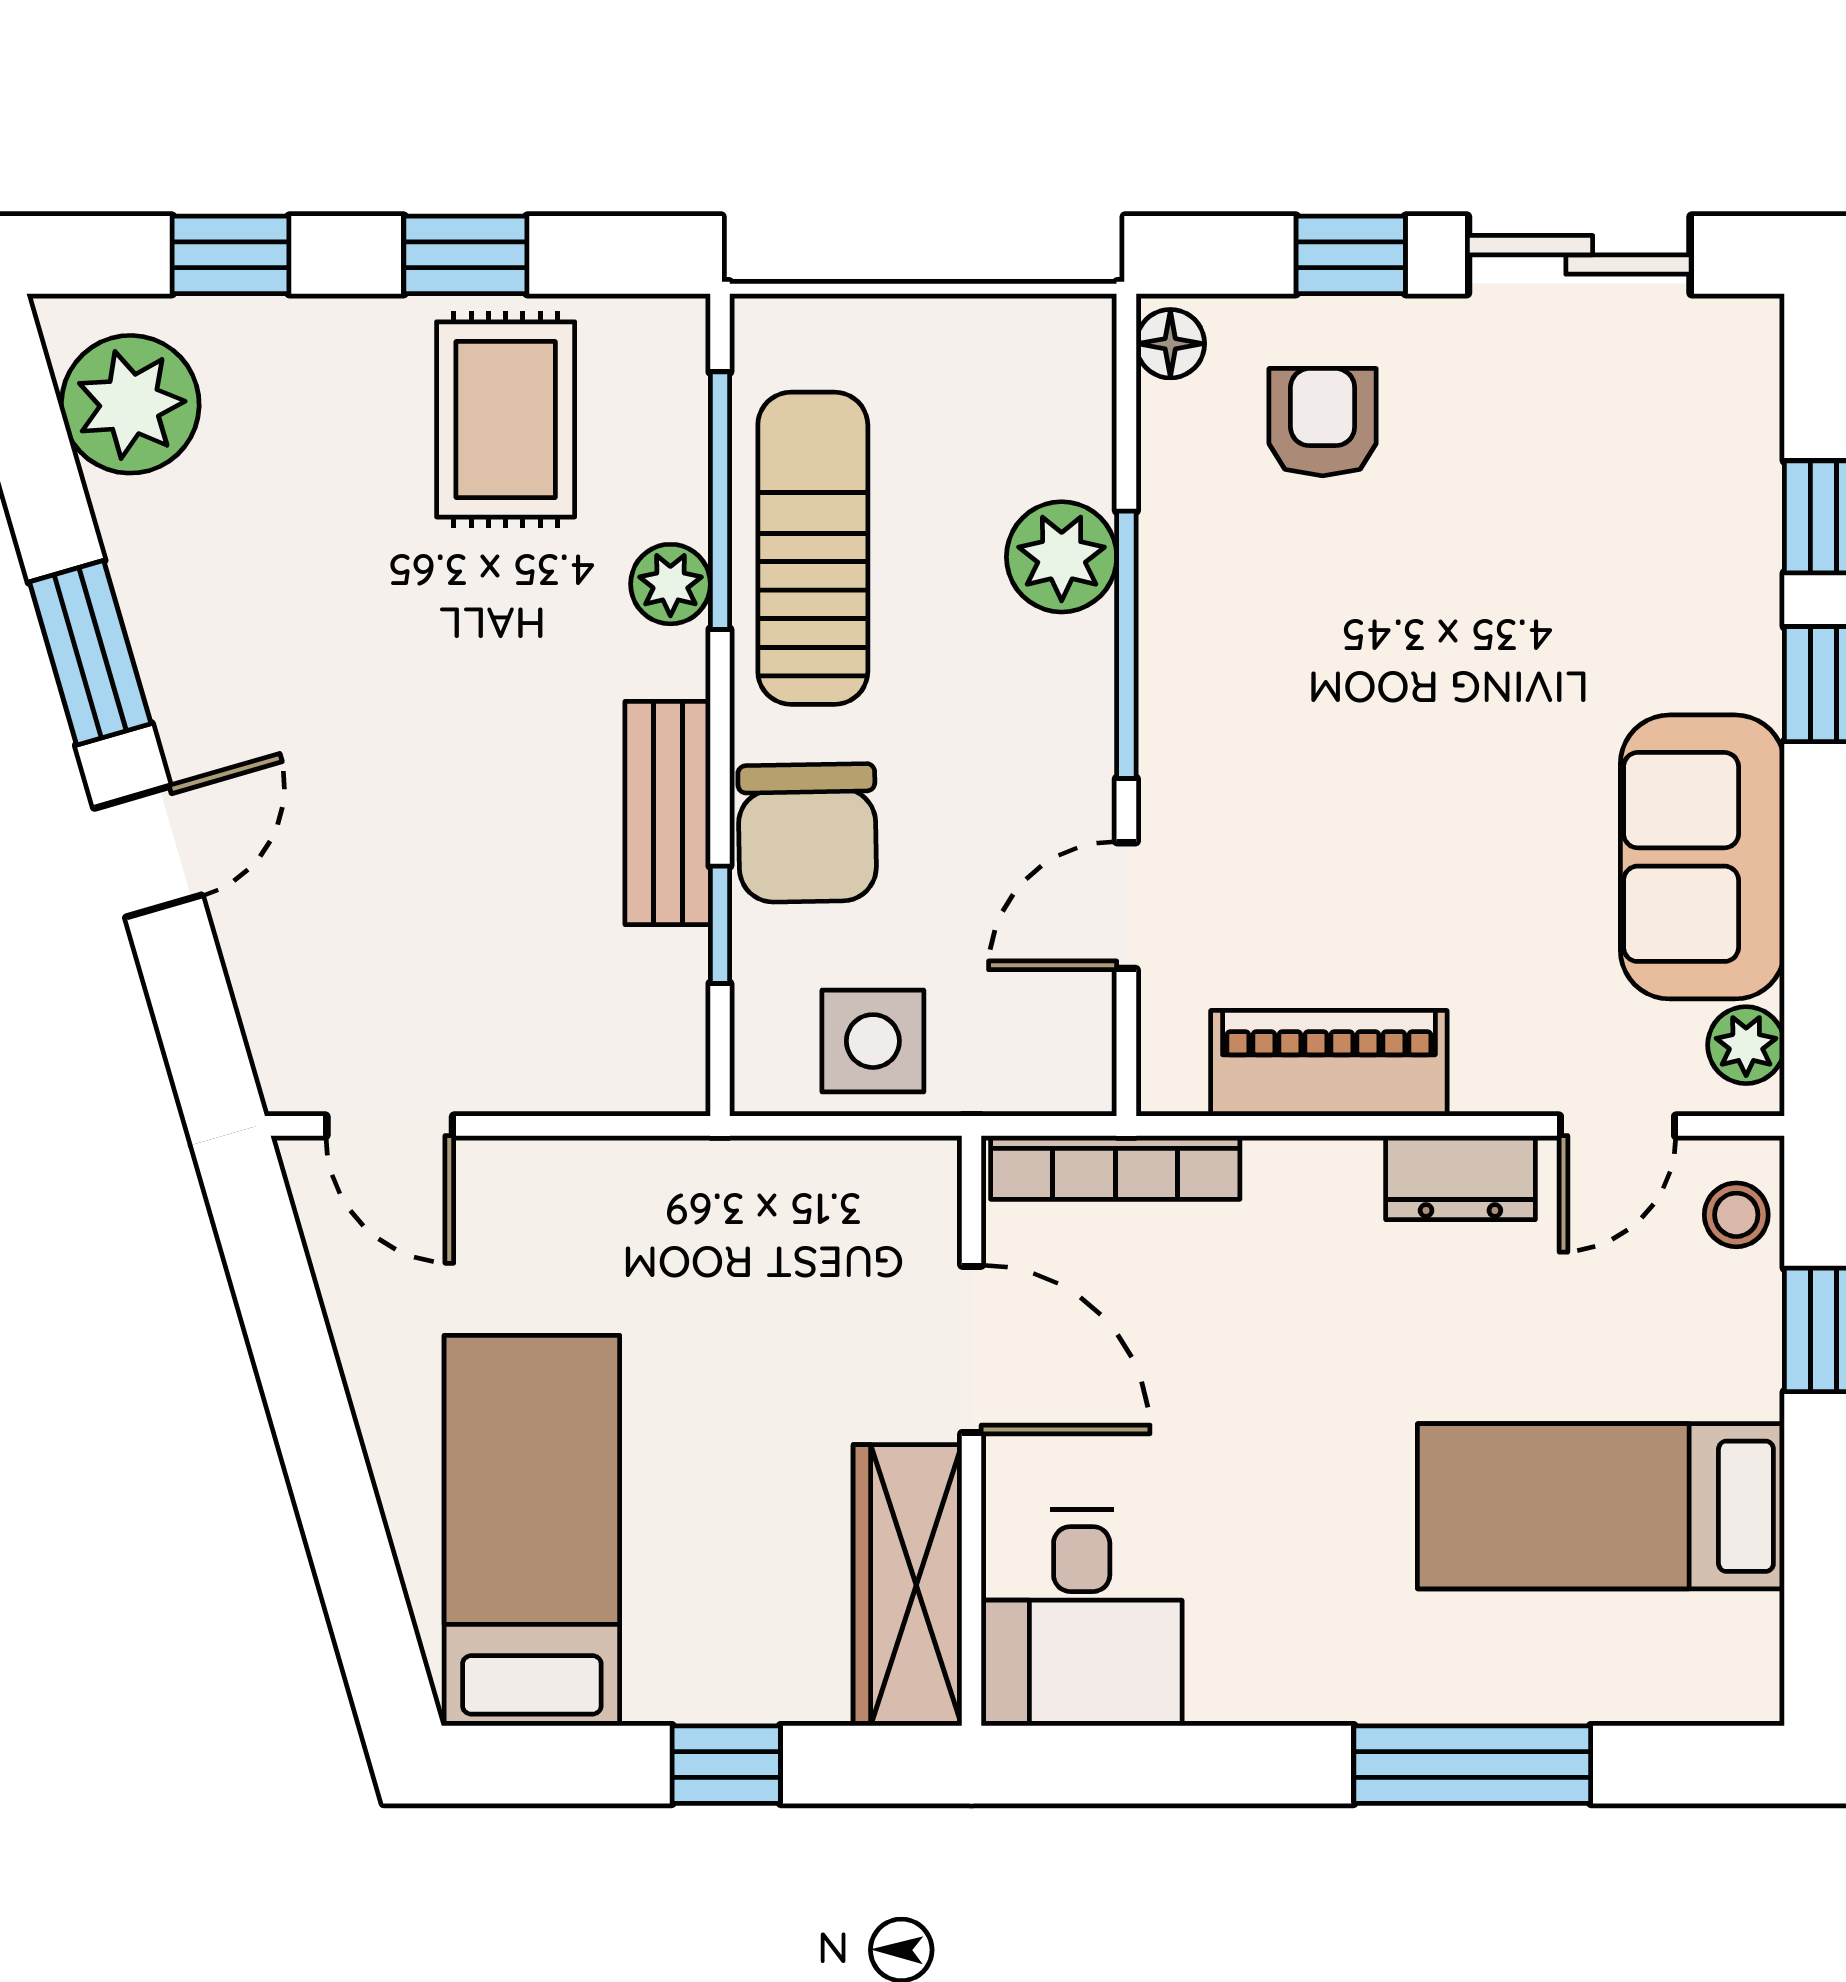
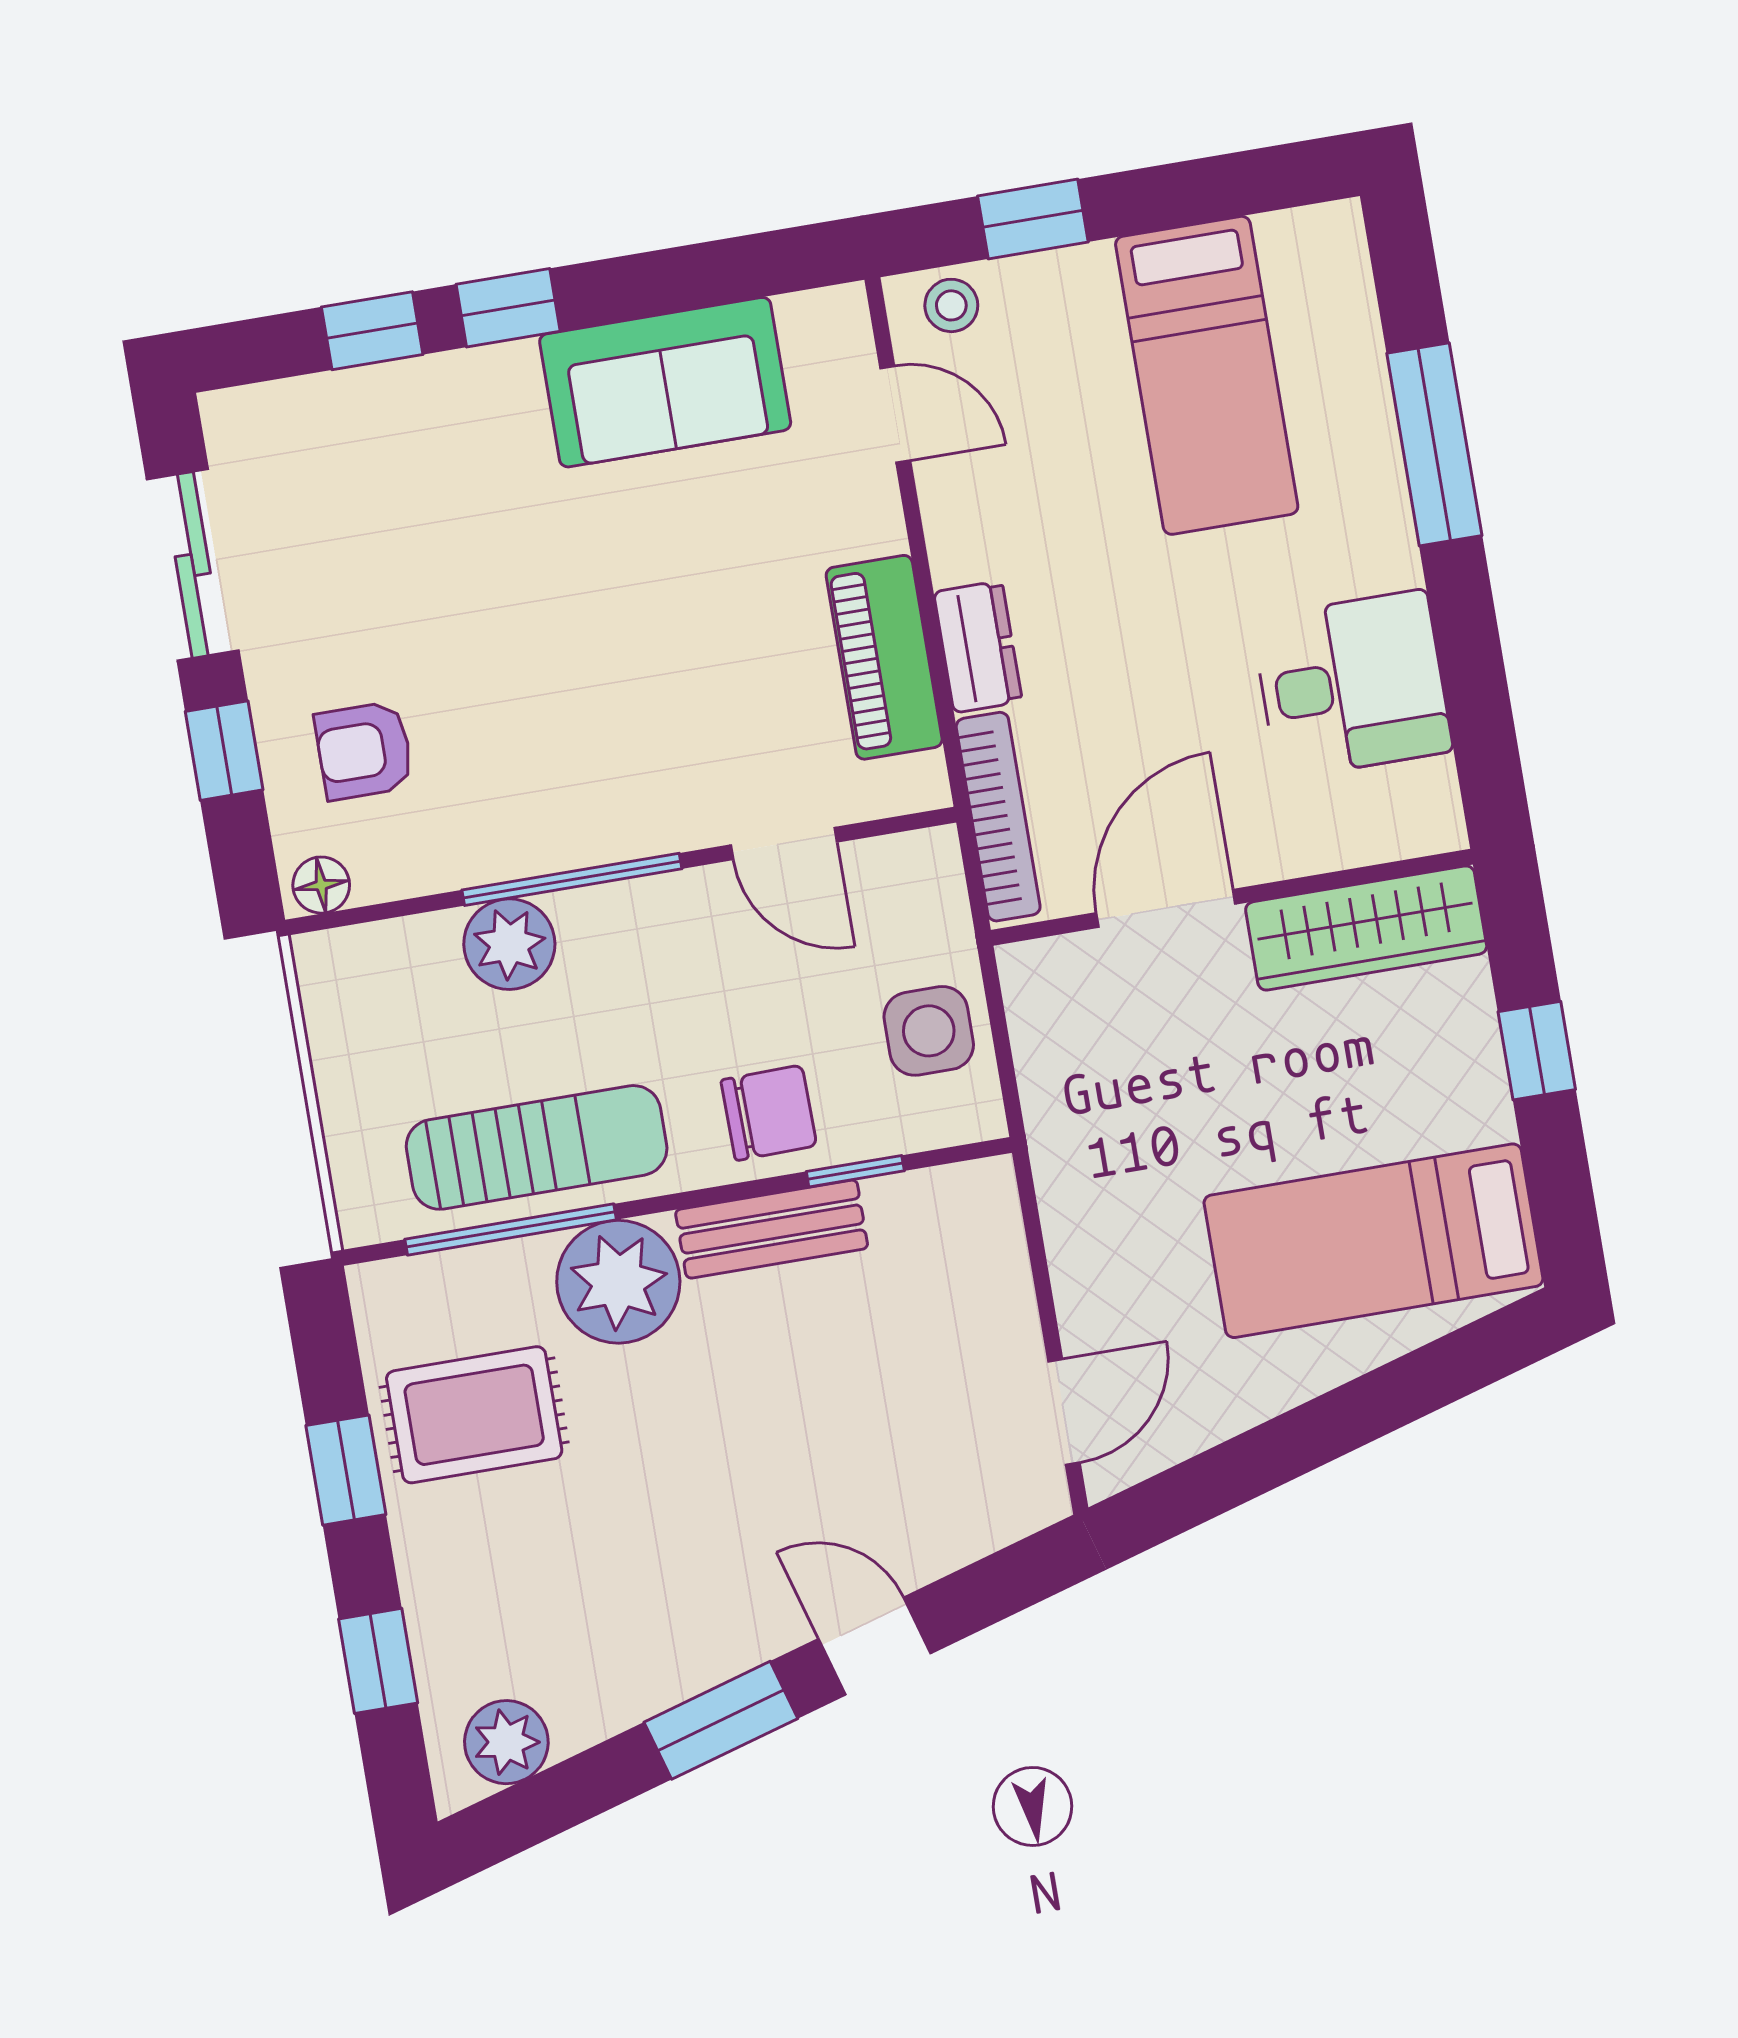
plant: (130, 404) -> (506, 1742), width x0.73, depth x0.73
sun lounger: (813, 548) -> (537, 1147), turned 180
plant: (670, 584) -> (618, 1282), width x1.88, depth x1.88
chair: (807, 833) -> (769, 1113), width x0.73, depth x0.73
plant: (1746, 1045) -> (812, 321), removed
dresser: (1460, 1178) -> (978, 647), moved
desk: (1082, 1618) -> (1352, 685), moved

